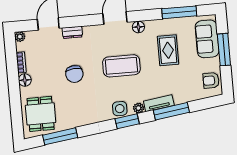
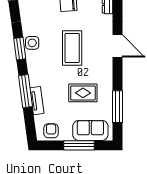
floor lamp: (138, 27) -> (107, 67), removed
tv unit: (159, 103) -> (37, 101), moved
plant: (138, 108) -> (31, 60), removed

